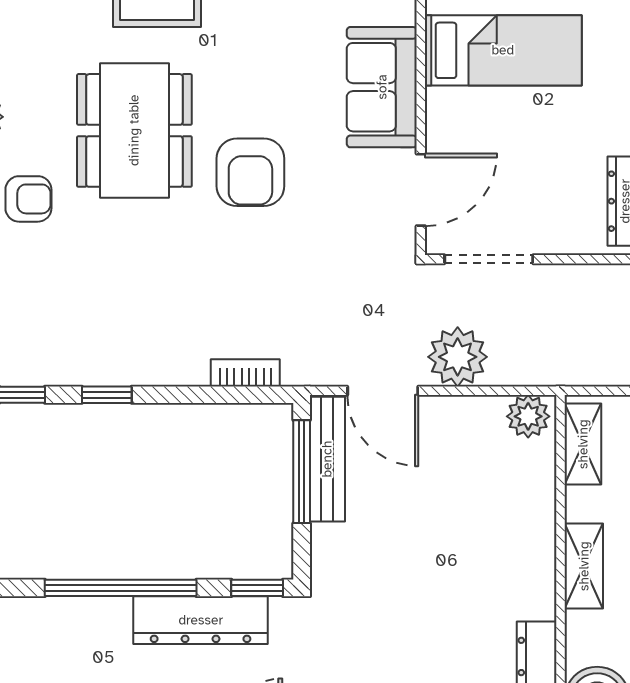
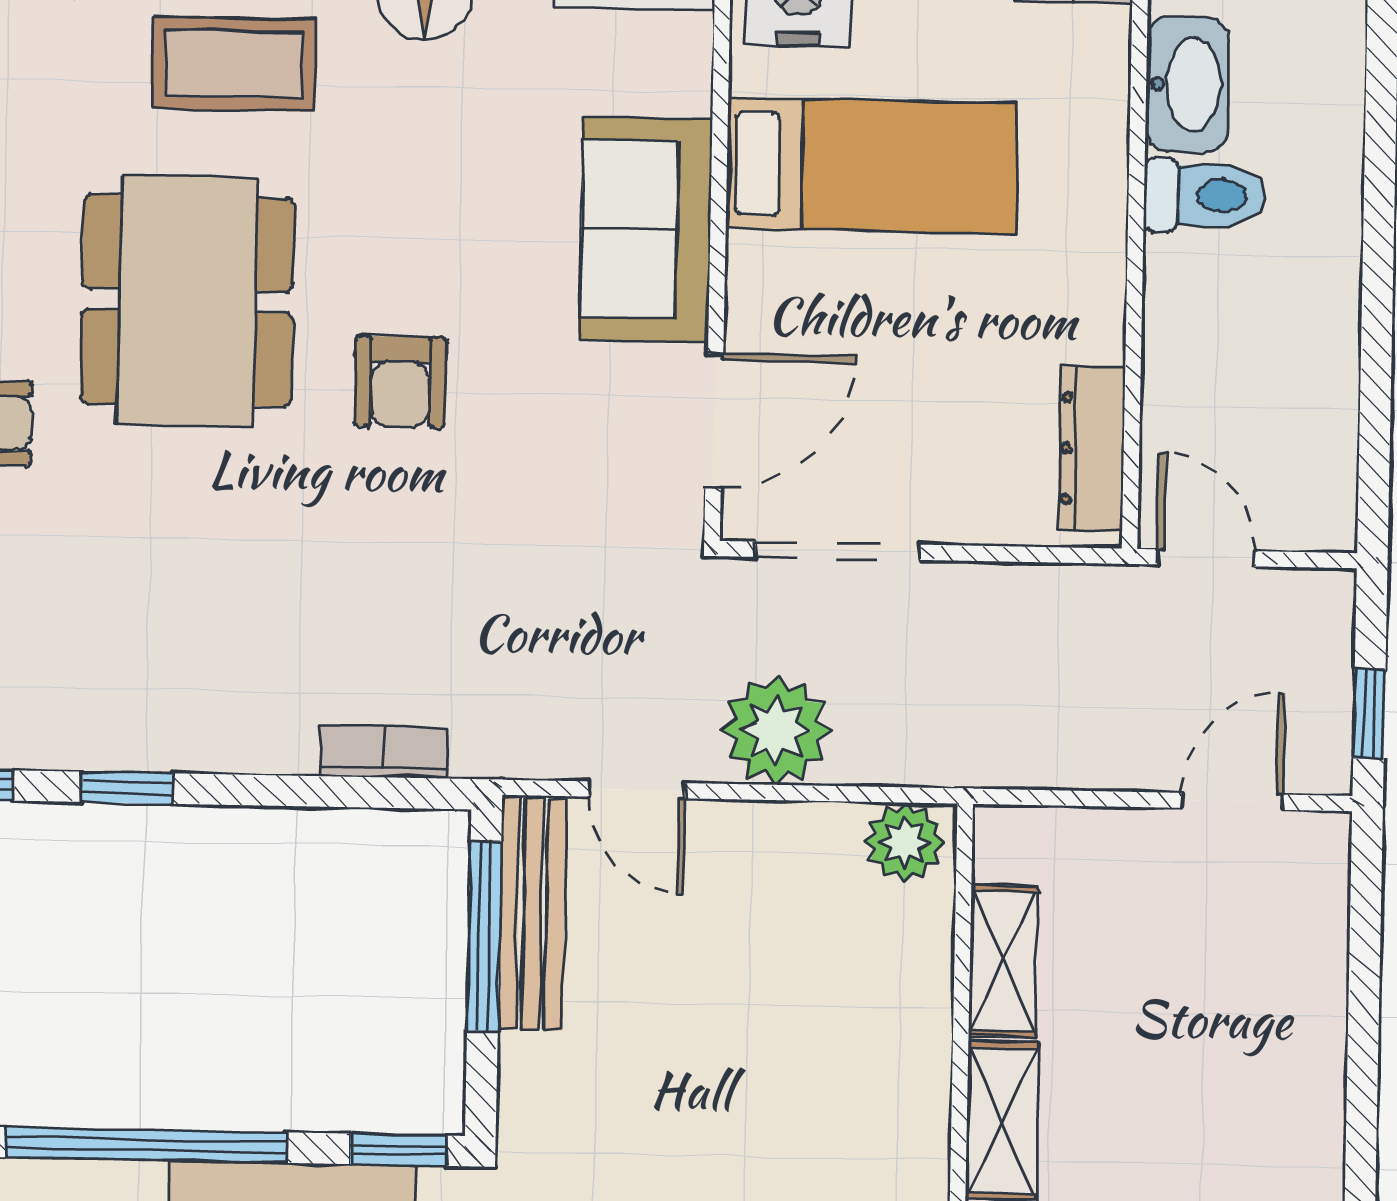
armchair: (250, 172) -> (400, 382), width x0.72, depth x0.72
door: (383, 391) -> (637, 790), width x0.73
shelving: (583, 444) -> (1003, 961), moved

